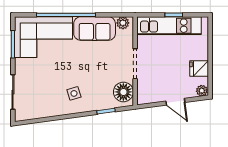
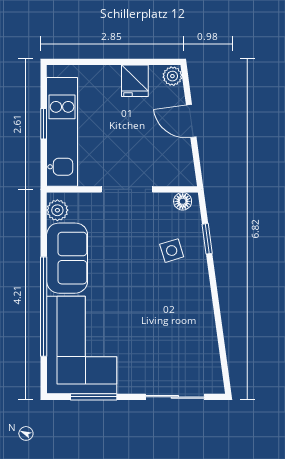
floor lamp: (123, 92) -> (183, 201), width x0.53, depth x0.53
side table: (74, 93) -> (172, 251), moved
door: (175, 102) -> (191, 121), swing flipped

